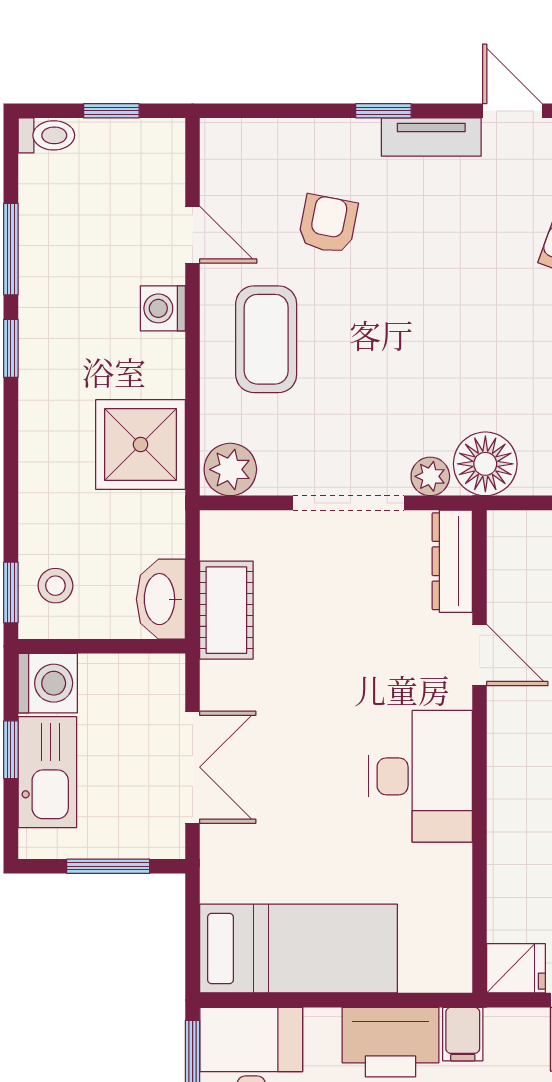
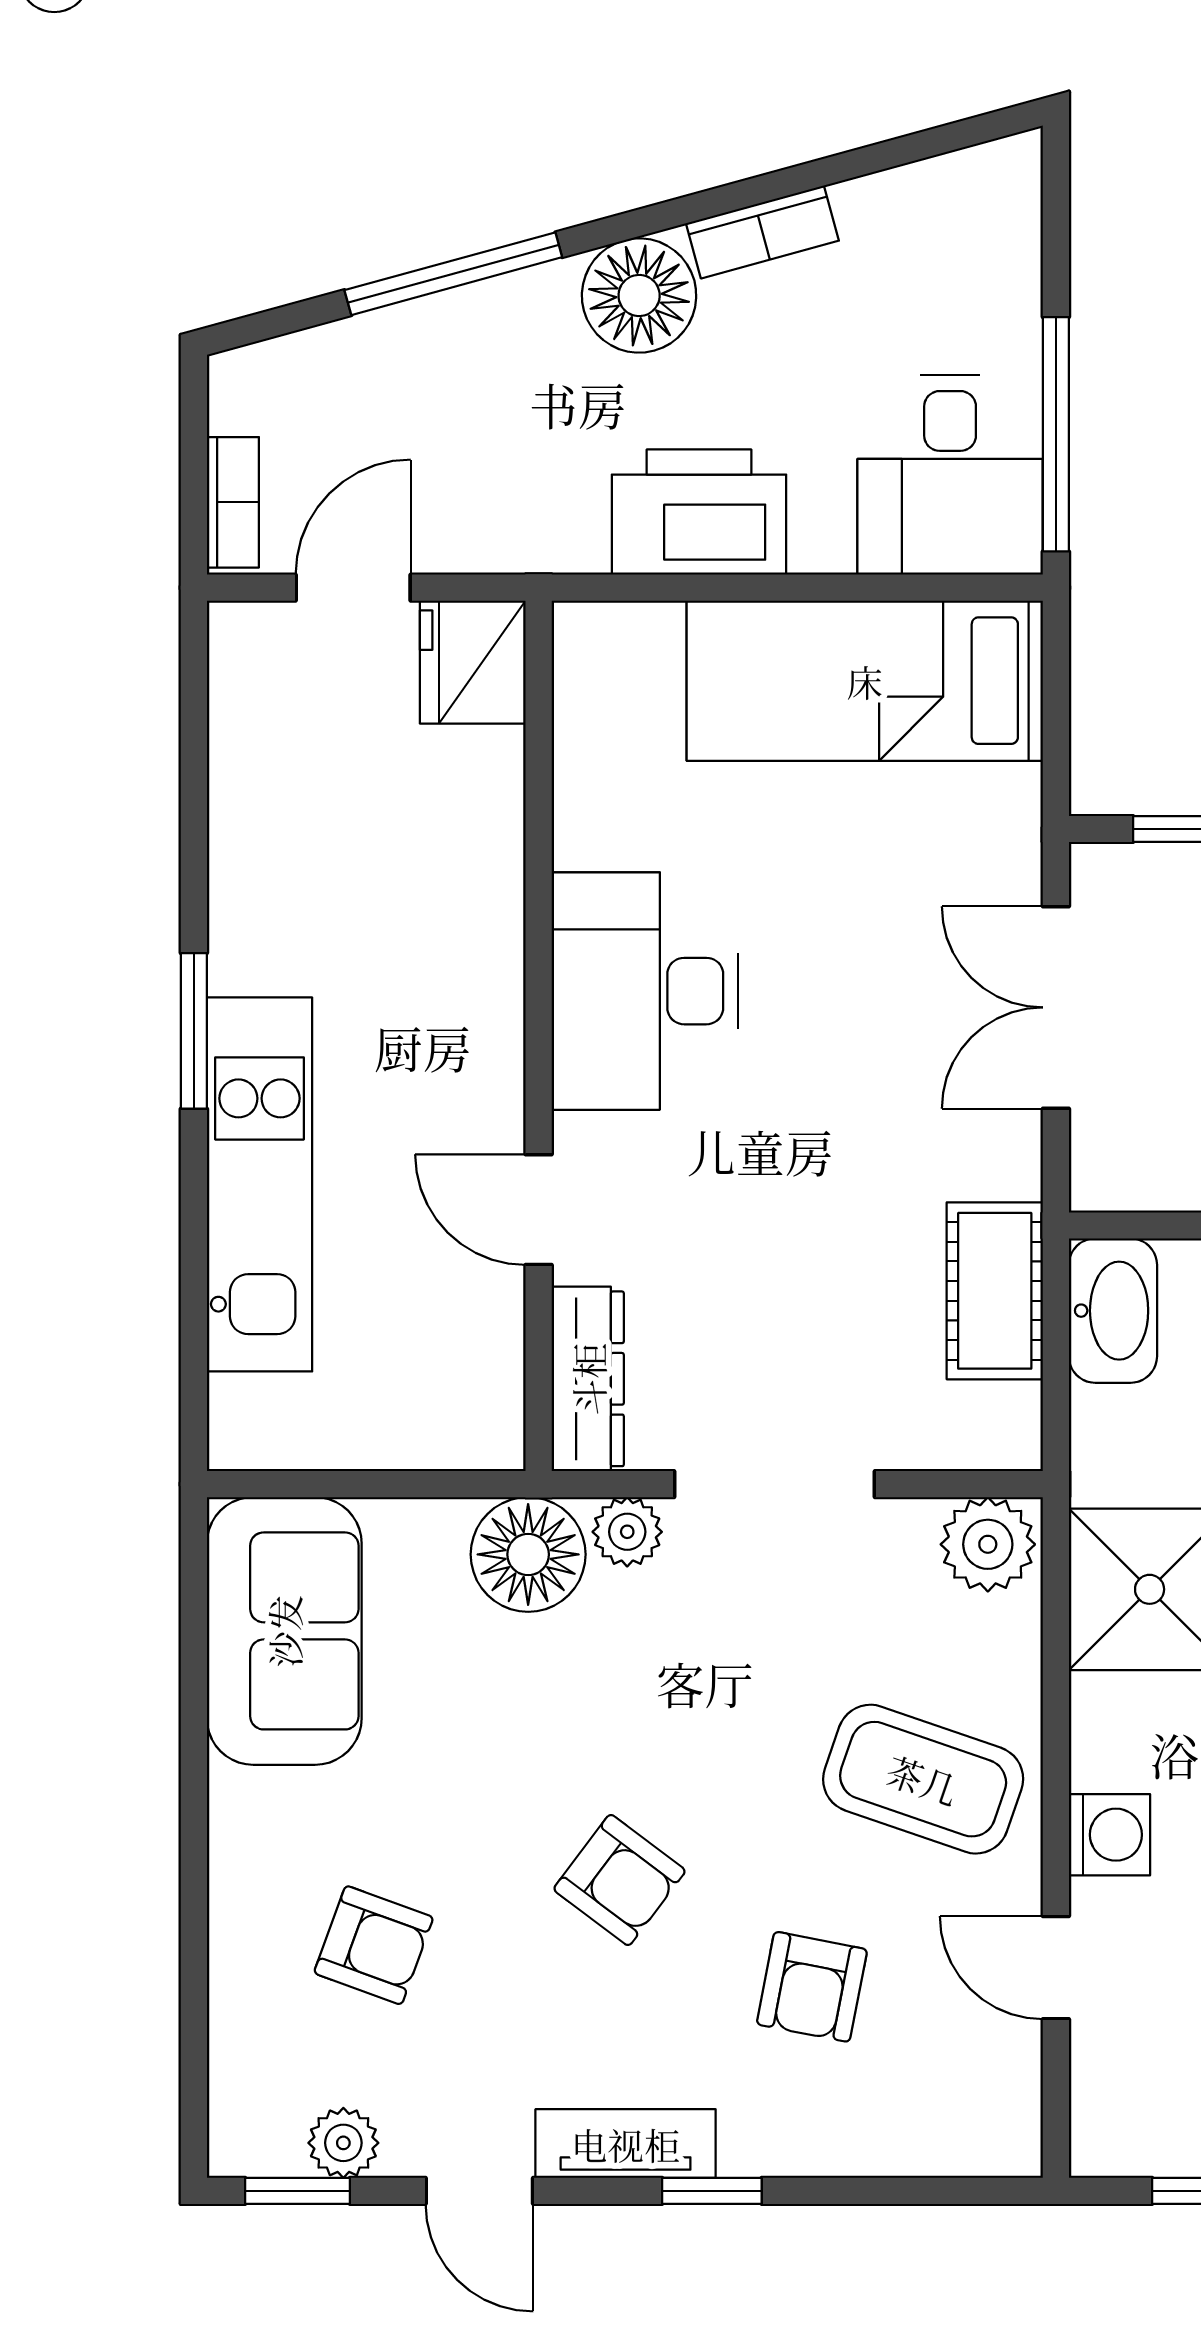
armchair: (435, 283) -> (619, 1880), added
coffee table: (266, 339) -> (923, 1779), turned -71
fridge: (516, 968) -> (473, 662), width x1.38
filing cabinet: (463, 1034) -> (569, 526), removed

